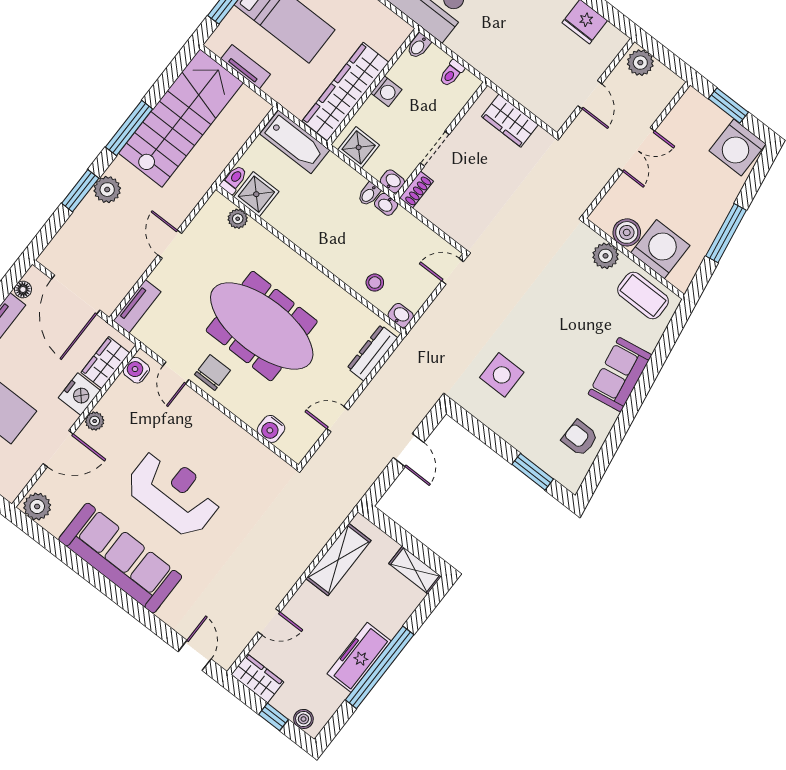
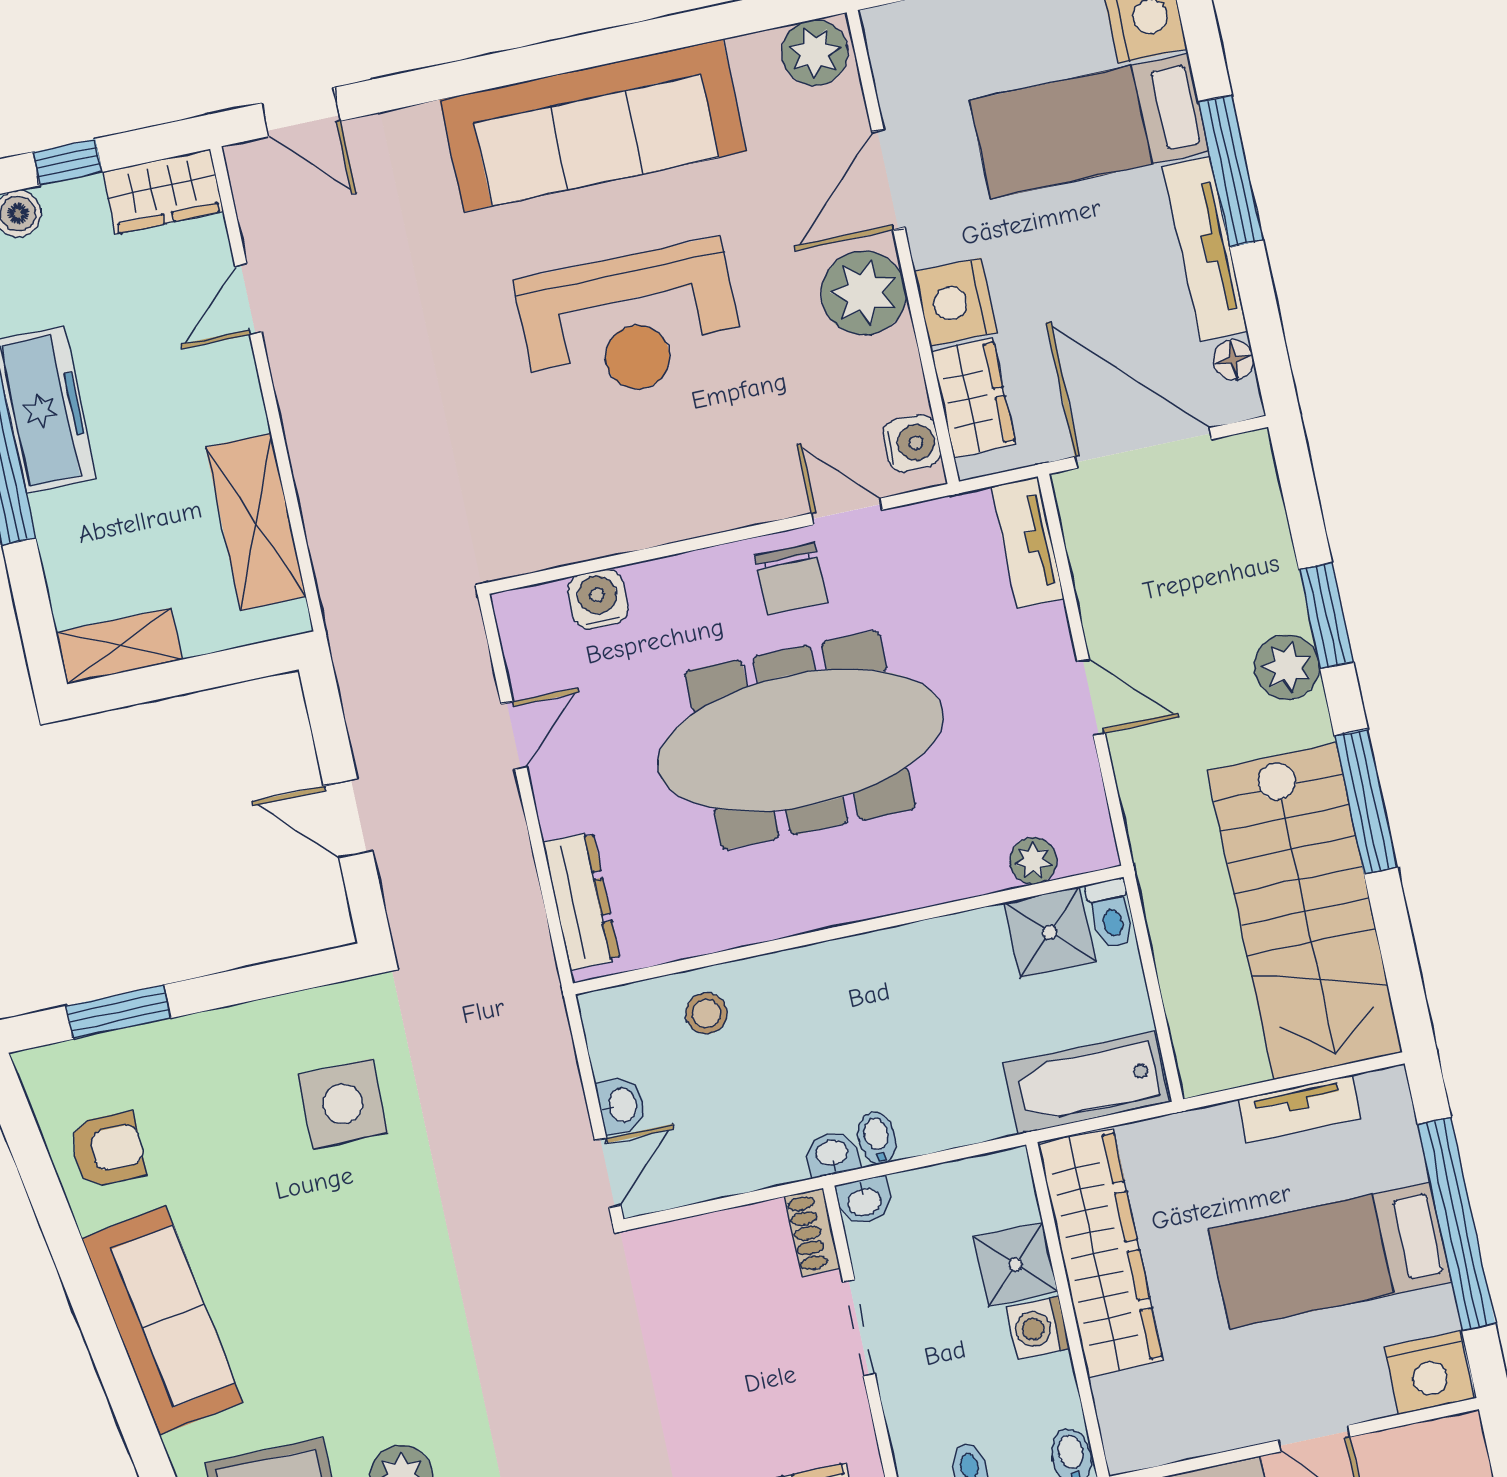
shower: (359, 147) -> (1016, 1264), moved
washbasin: (401, 315) -> (621, 1105), moved, turned -90
sofa: (620, 375) -> (162, 1320), width x1.36
plant: (95, 421) -> (864, 293), width x1.87, depth x1.87

